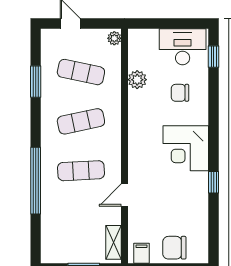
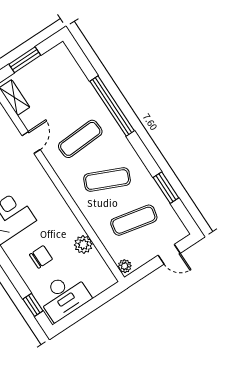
exercise mat: (81, 121) -> (107, 180), turned 36

